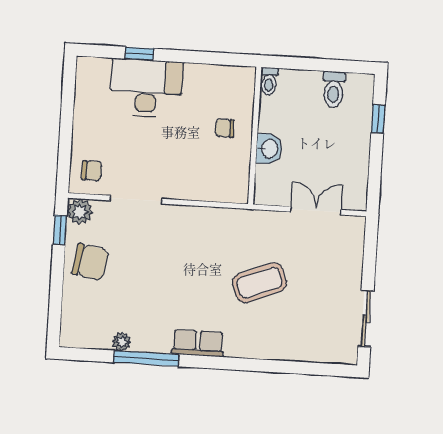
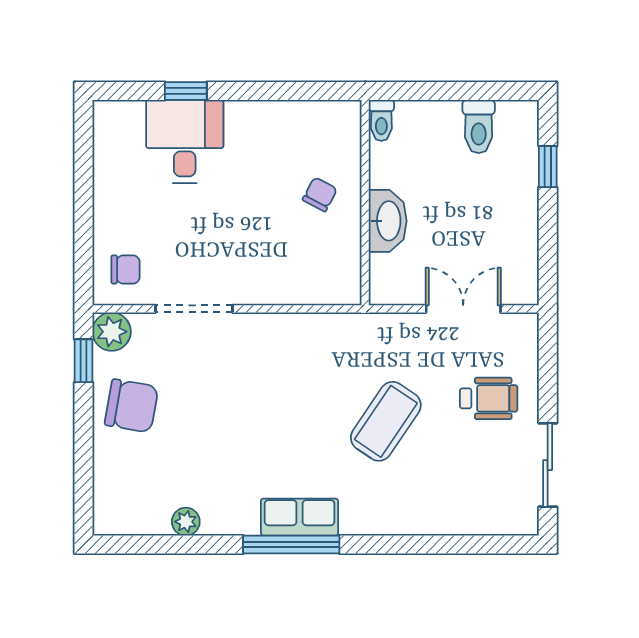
desk: (146, 88) -> (185, 141), width x0.73
chair: (225, 128) -> (320, 194), turned 118
washbasin: (269, 149) -> (388, 221), width x1.38
wheelchair: (329, 272) -> (489, 398), added
coffee table: (260, 283) -> (386, 421), turned -34
window: (146, 358) -> (291, 544), moved

